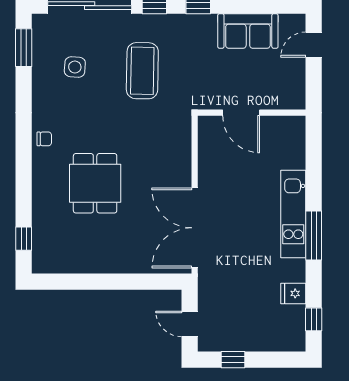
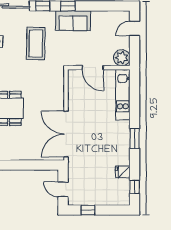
sofa: (248, 31) -> (73, 21), moved
plant: (292, 95) -> (122, 58), added
kitchen unit: (293, 214) -> (123, 95), moved
window: (314, 235) -> (135, 138), width x0.69

